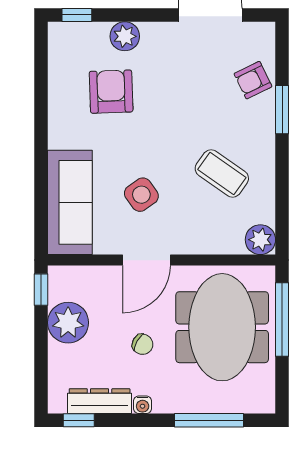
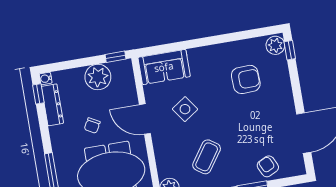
plant: (125, 36) -> (275, 45), moved
sofa: (70, 202) -> (164, 67), width x0.73
water cooler: (143, 405) -> (46, 78), moved

